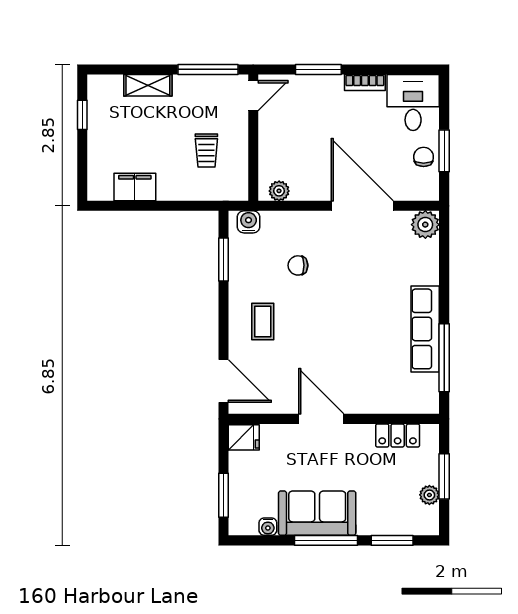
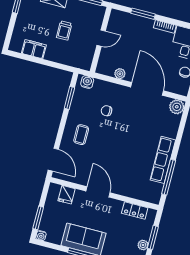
door: (253, 96) -> (101, 38), moved
trolley: (206, 151) -> (64, 30), moved
plant: (279, 191) -> (120, 74), moved
fridge: (244, 437) -> (67, 195), moved, turned 90
water cooler: (268, 527) -> (41, 236), moved

